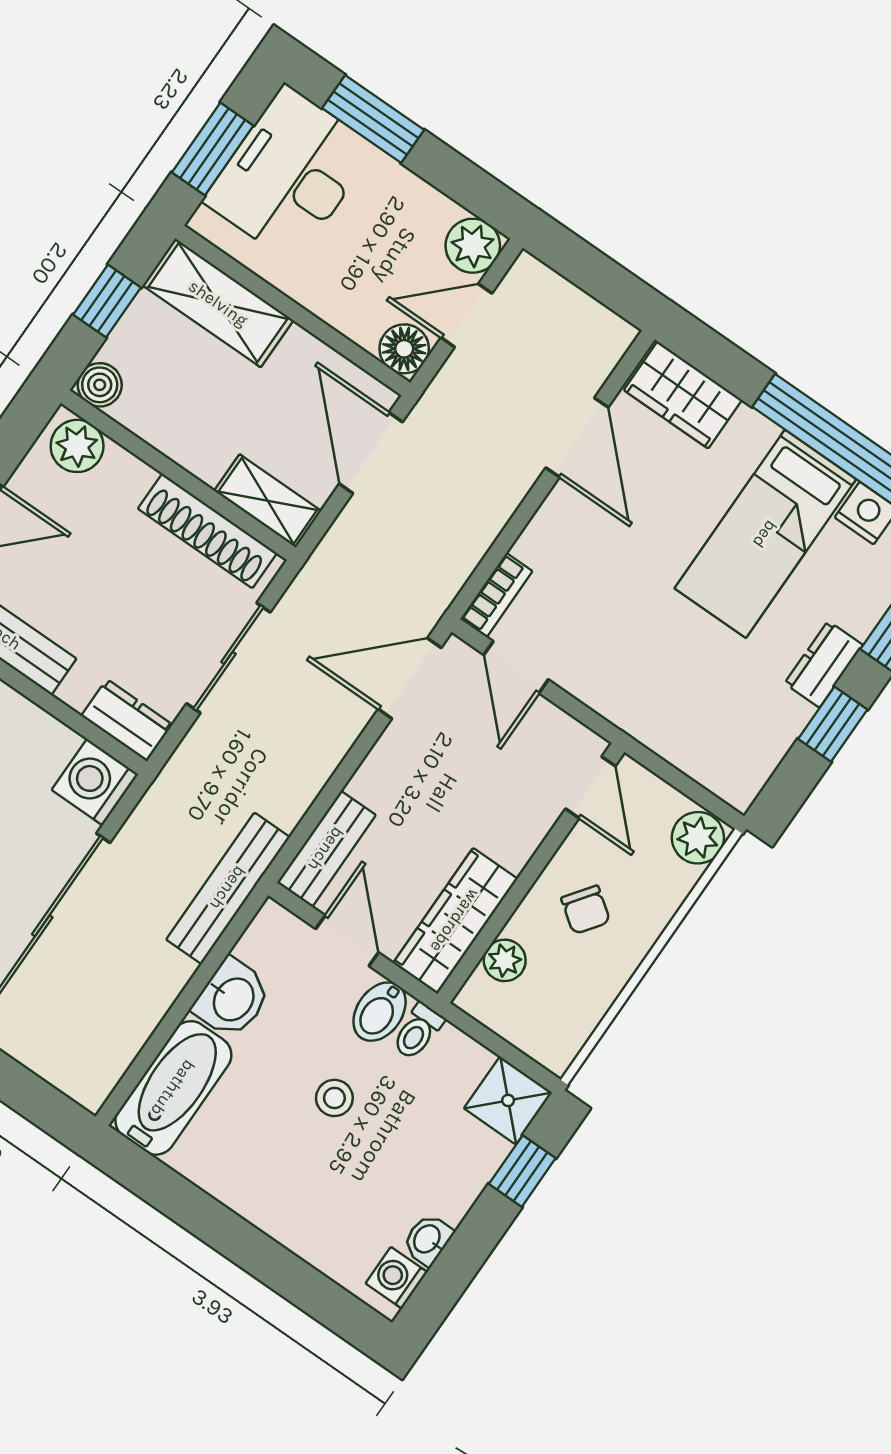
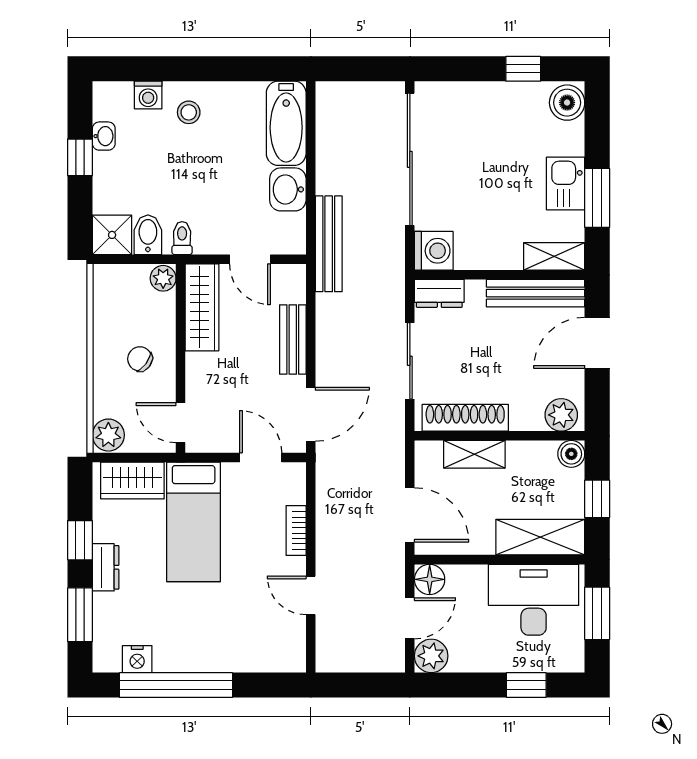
window: (373, 119) -> (526, 685), width x0.67
desk: (289, 174) -> (534, 600), moved, turned -90
wardrobe: (683, 395) -> (132, 480), moved, turned 180
door: (577, 438) -> (311, 595), width x0.73
shelving: (268, 501) -> (474, 454), moved
bed: (765, 534) -> (194, 522), moved, turned 180
bookcase: (496, 595) -> (296, 530), moved
bench: (326, 849) -> (293, 340), moved
plant: (505, 960) -> (163, 278), moved
bidet: (380, 1012) -> (148, 235), moved
stool: (334, 1098) -> (189, 112), moved
window: (522, 1171) -> (80, 157), moved
washing machine: (396, 1278) -> (148, 95), moved, turned 90

